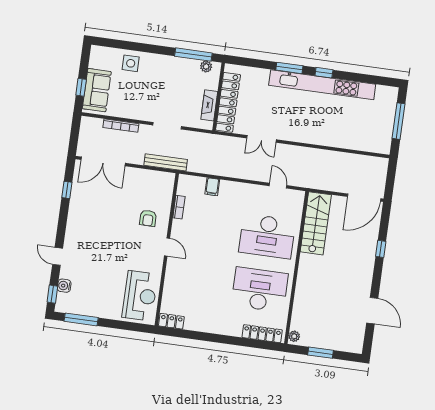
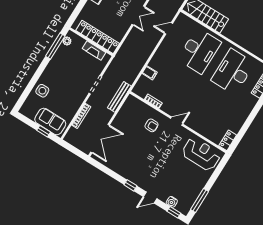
double door: (261, 139) -> (138, 16), moved
window: (67, 190) -> (130, 185), moved

